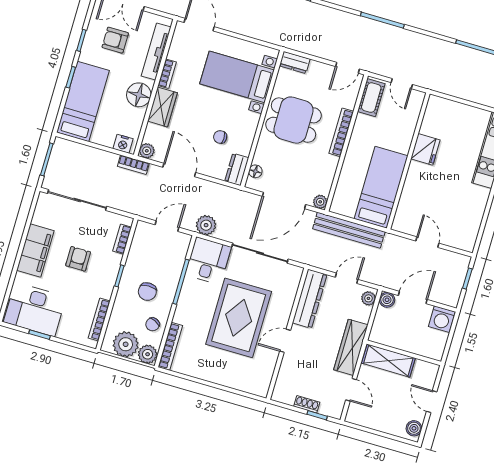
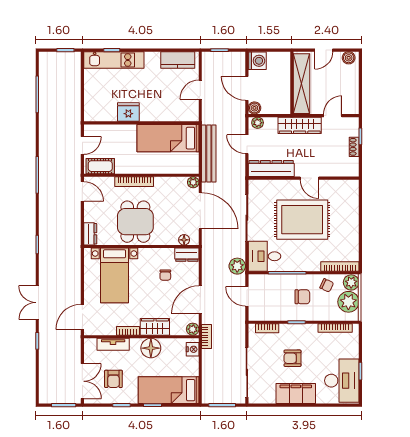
tv unit: (156, 52) -> (113, 344), width x0.71
kitchen counter: (470, 226) -> (178, 60), added
shelving: (388, 361) -> (302, 84), width x1.47

